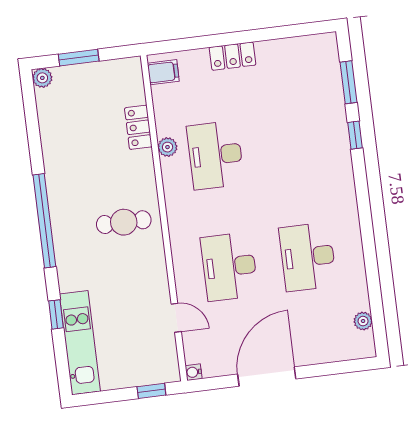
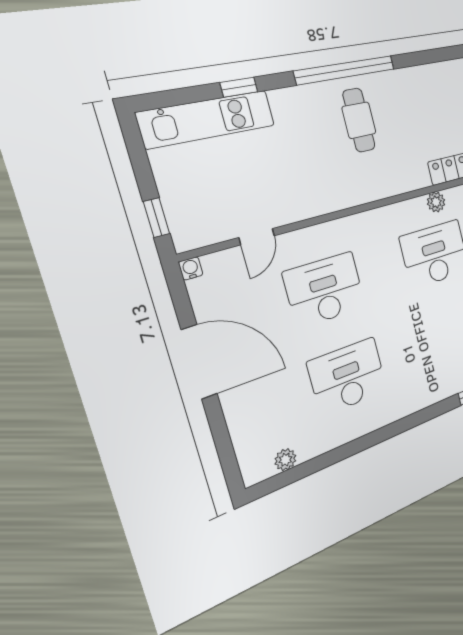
cafe table: (124, 222) -> (359, 120), moved

